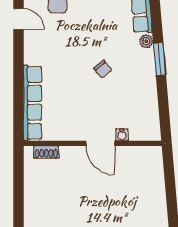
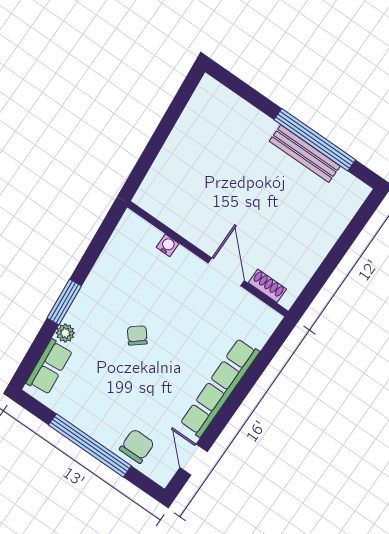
row of seats: (33, 103) -> (220, 388), moved
door: (100, 143) -> (226, 272), moved

